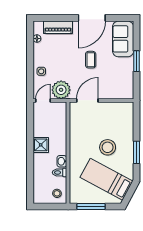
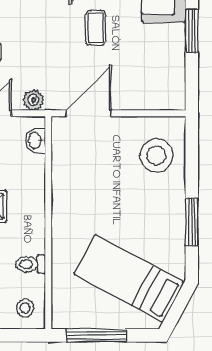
plant: (61, 90) -> (34, 100), width x0.53, depth x0.53
stool: (108, 147) -> (156, 155), moved
washbasin: (62, 161) -> (35, 140), moved

